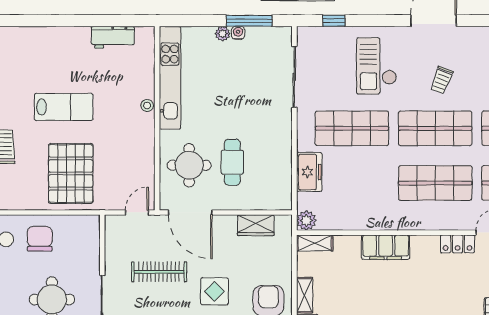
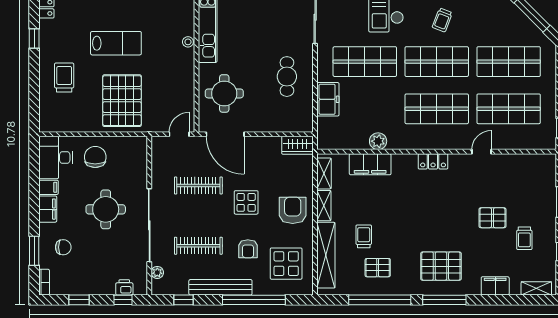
cafe table: (232, 162) -> (287, 77), moved
plant: (306, 221) -> (378, 141), moved
wardrobe: (256, 225) -> (297, 145), moved
shelving: (315, 243) -> (324, 173), moved, turned 90
locker: (458, 244) -> (433, 161), moved
filing cabinet: (386, 247) -> (370, 164), moved

